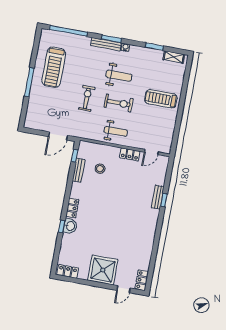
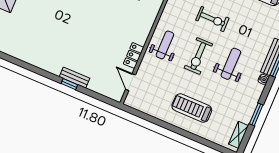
weight bench: (119, 76) -> (231, 64), turned 180
treadmill: (161, 99) -> (192, 108), turned -90
weight bench: (116, 131) -> (165, 45), turned 180
stool: (100, 169) -> (124, 16), removed

